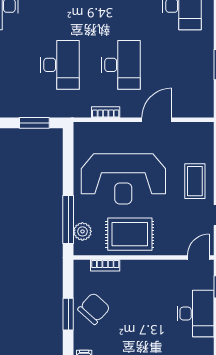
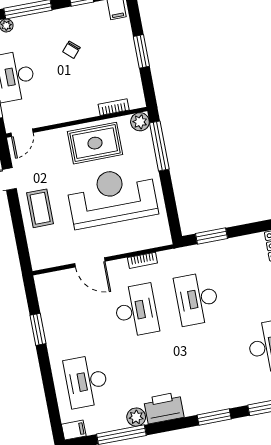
desk: (121, 65) -> (136, 310), turned 180
door: (157, 120) -> (90, 262), hinge flipped
plant: (82, 231) -> (140, 122), moved
chair: (94, 309) -> (71, 50), moved, width x0.54, depth x0.54

